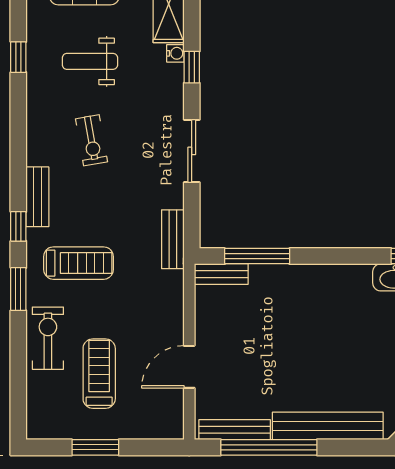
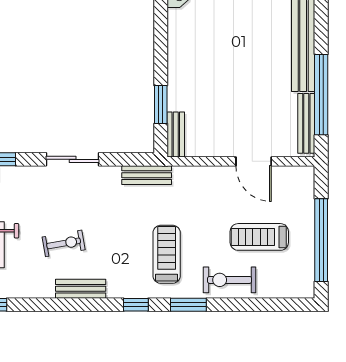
bench: (37, 197) -> (81, 289), moved
window: (257, 256) -> (161, 104), width x0.69
window: (95, 447) -> (321, 240), width x2.11

